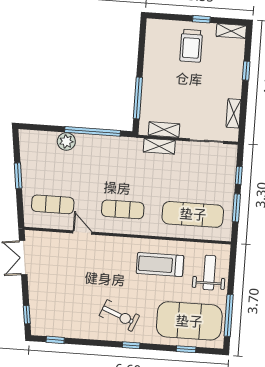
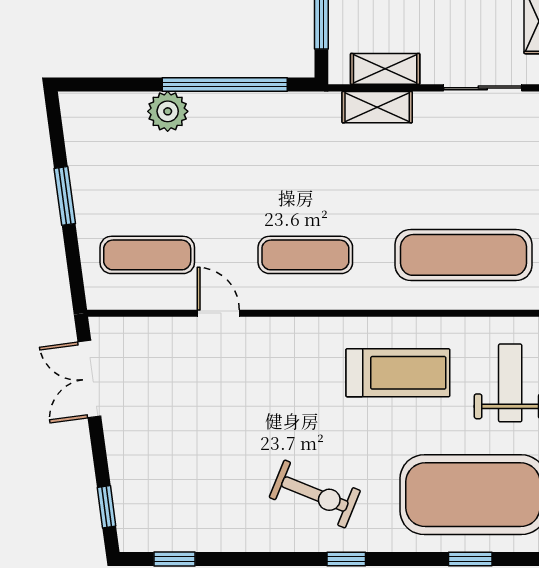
treadmill: (160, 265) -> (398, 373), turned 180

